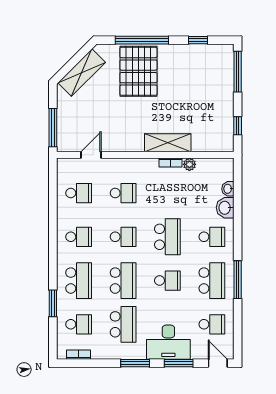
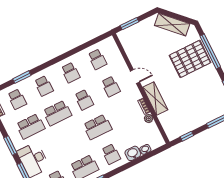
window: (53, 128) -> (130, 24), width x0.69
door: (91, 155) -> (135, 77), moved
school desk: (79, 281) -> (44, 86), width x0.54
school desk: (167, 281) -> (71, 140), removed

